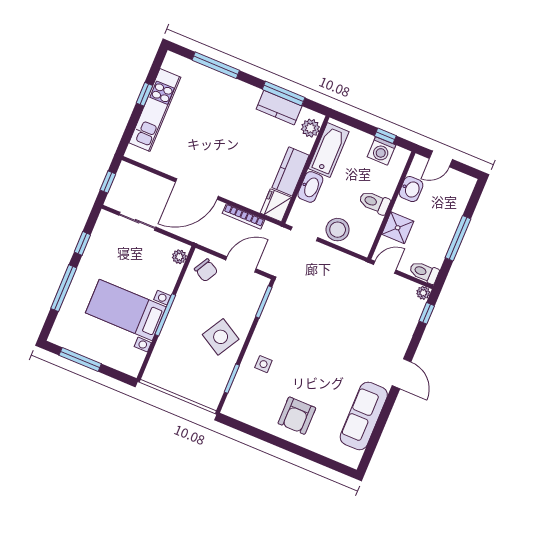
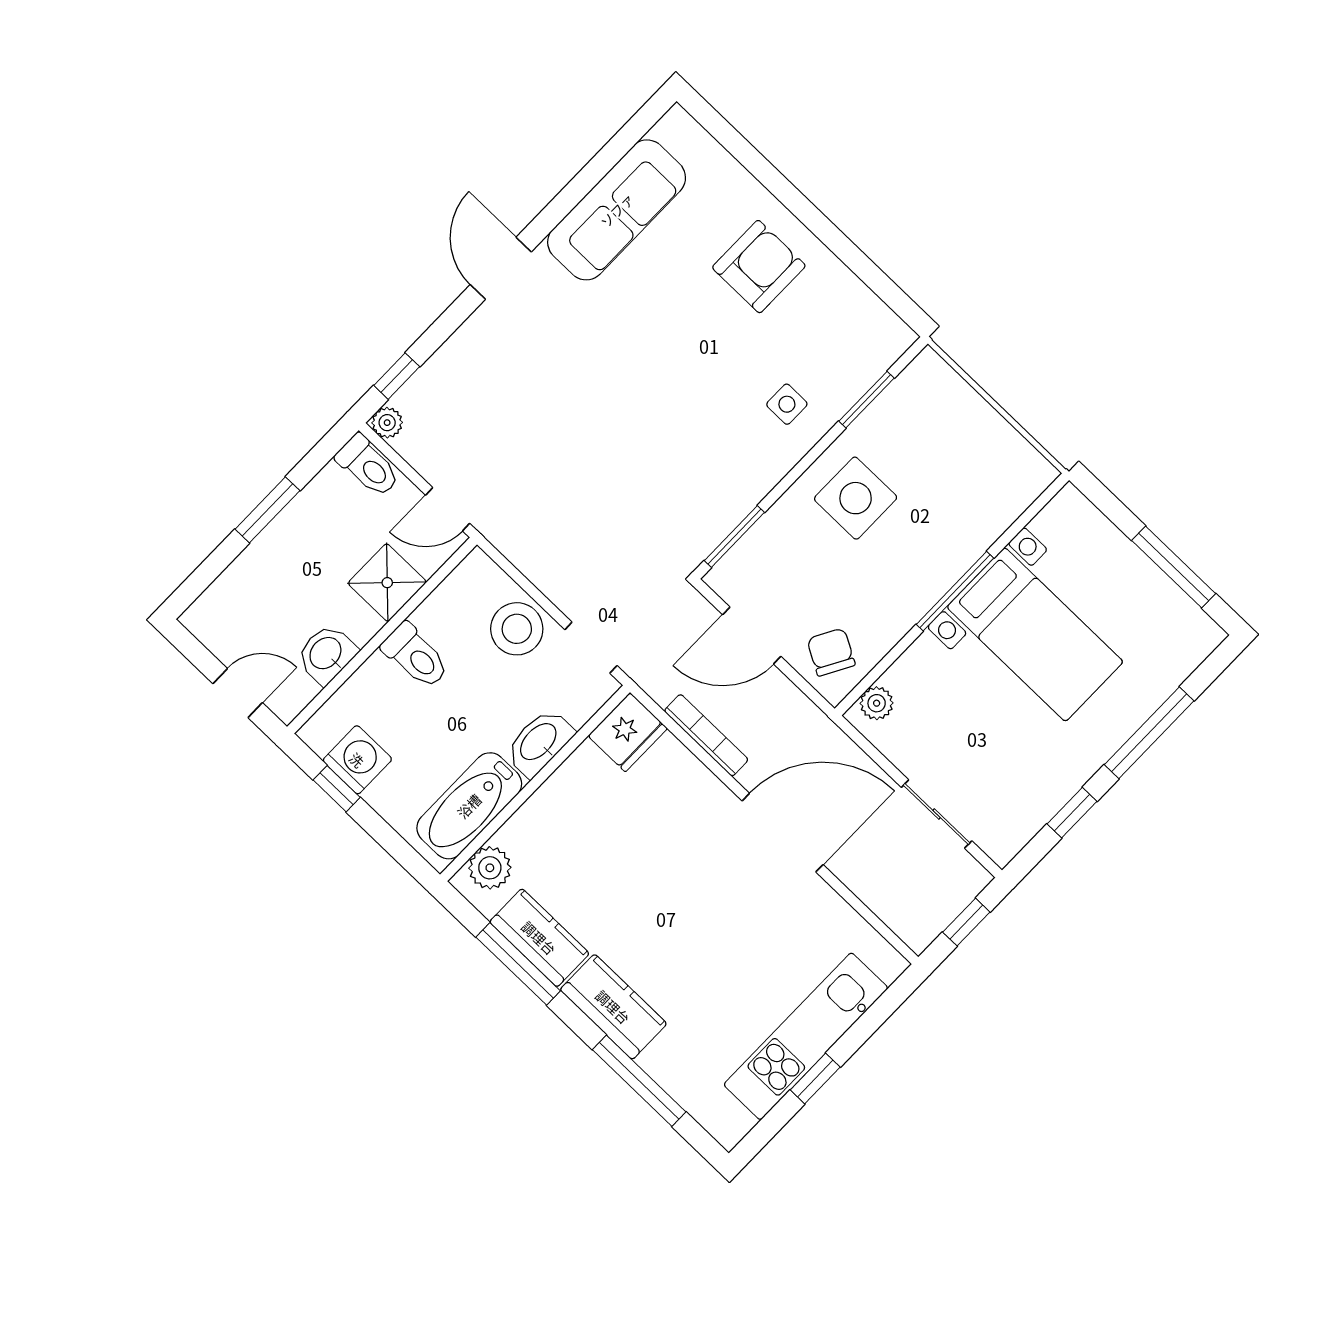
kitchen counter: (291, 171) -> (613, 1007), moved, turned -90
window: (458, 238) -> (267, 510), width x0.69
side table: (221, 337) -> (856, 498), turned -30

